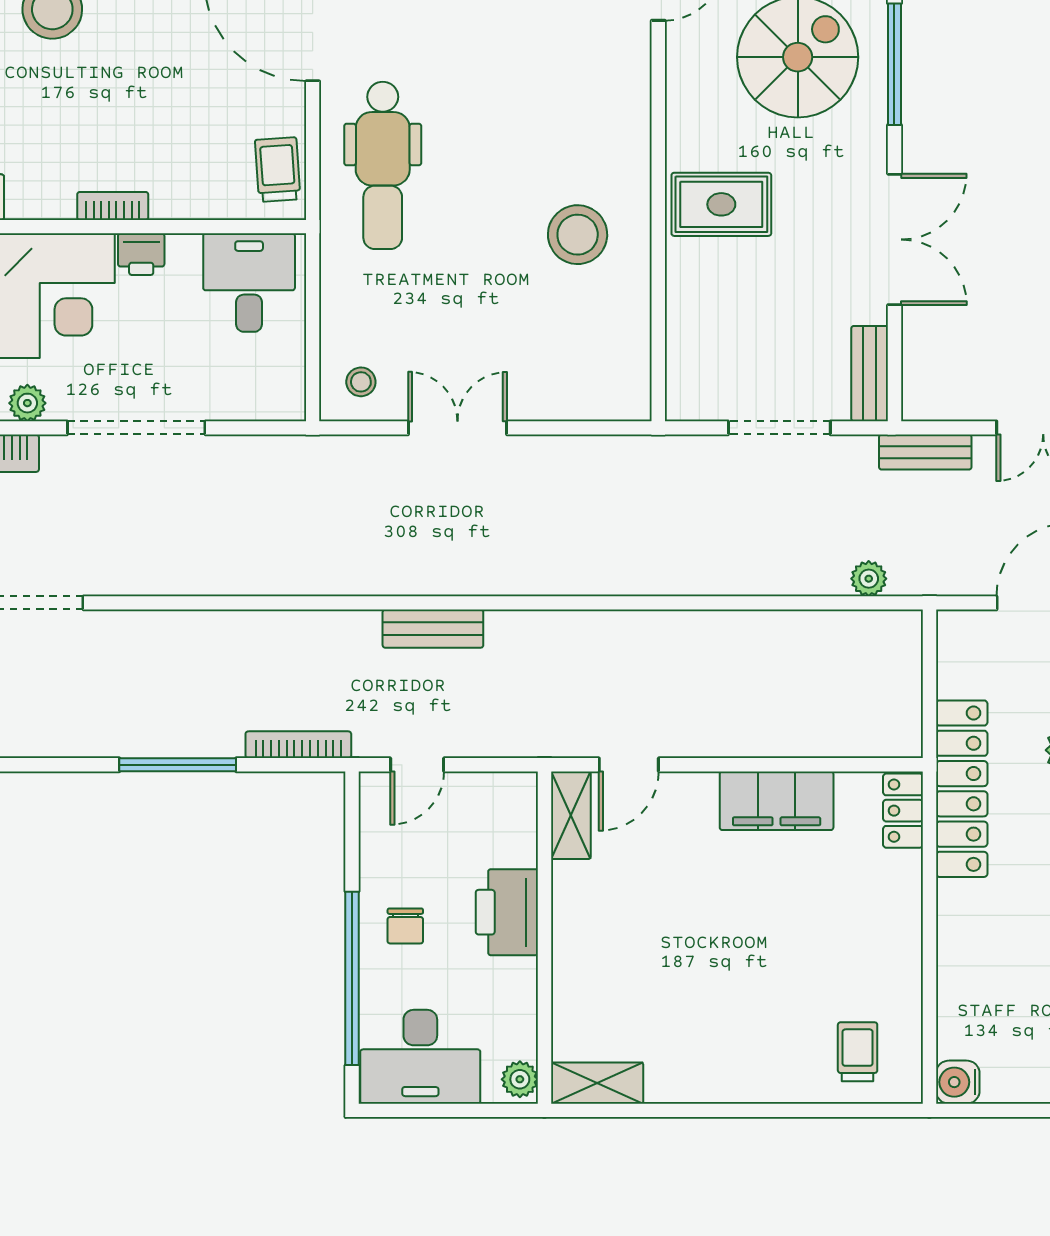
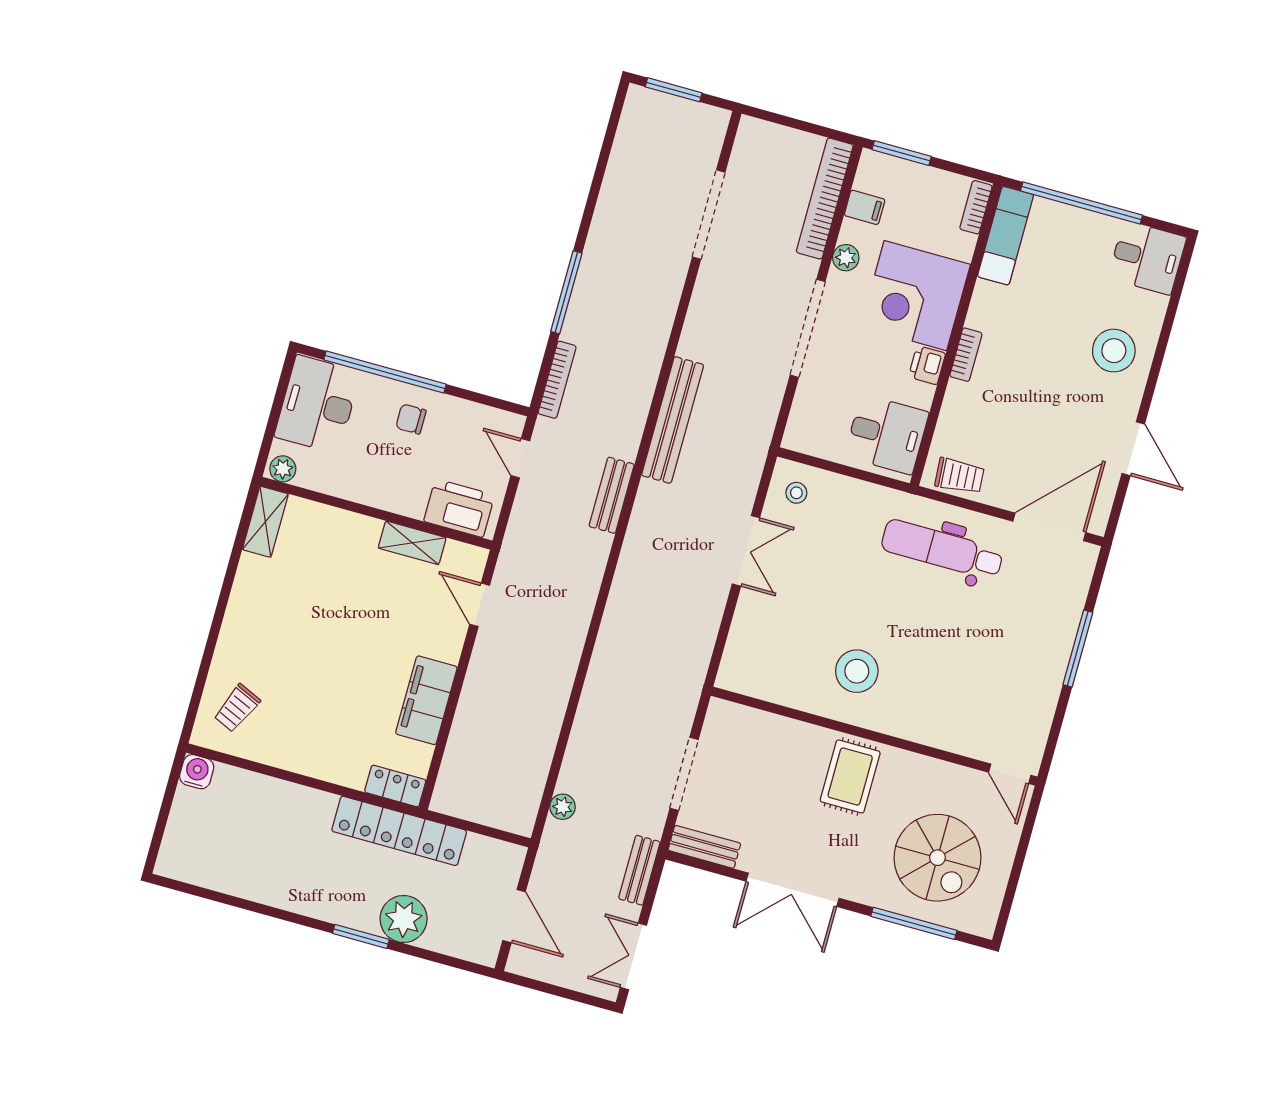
bench: (309, 575) -> (673, 420), added
shelving: (571, 815) -> (412, 543), moved
printer: (507, 912) -> (459, 508), moved
trolley: (858, 1052) -> (237, 708), turned 114

